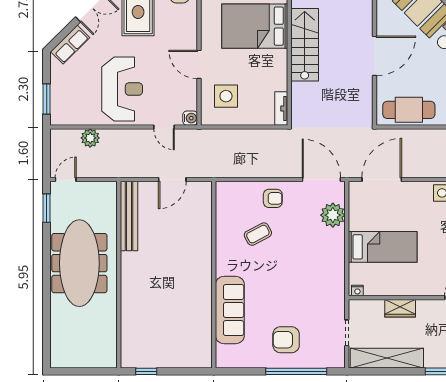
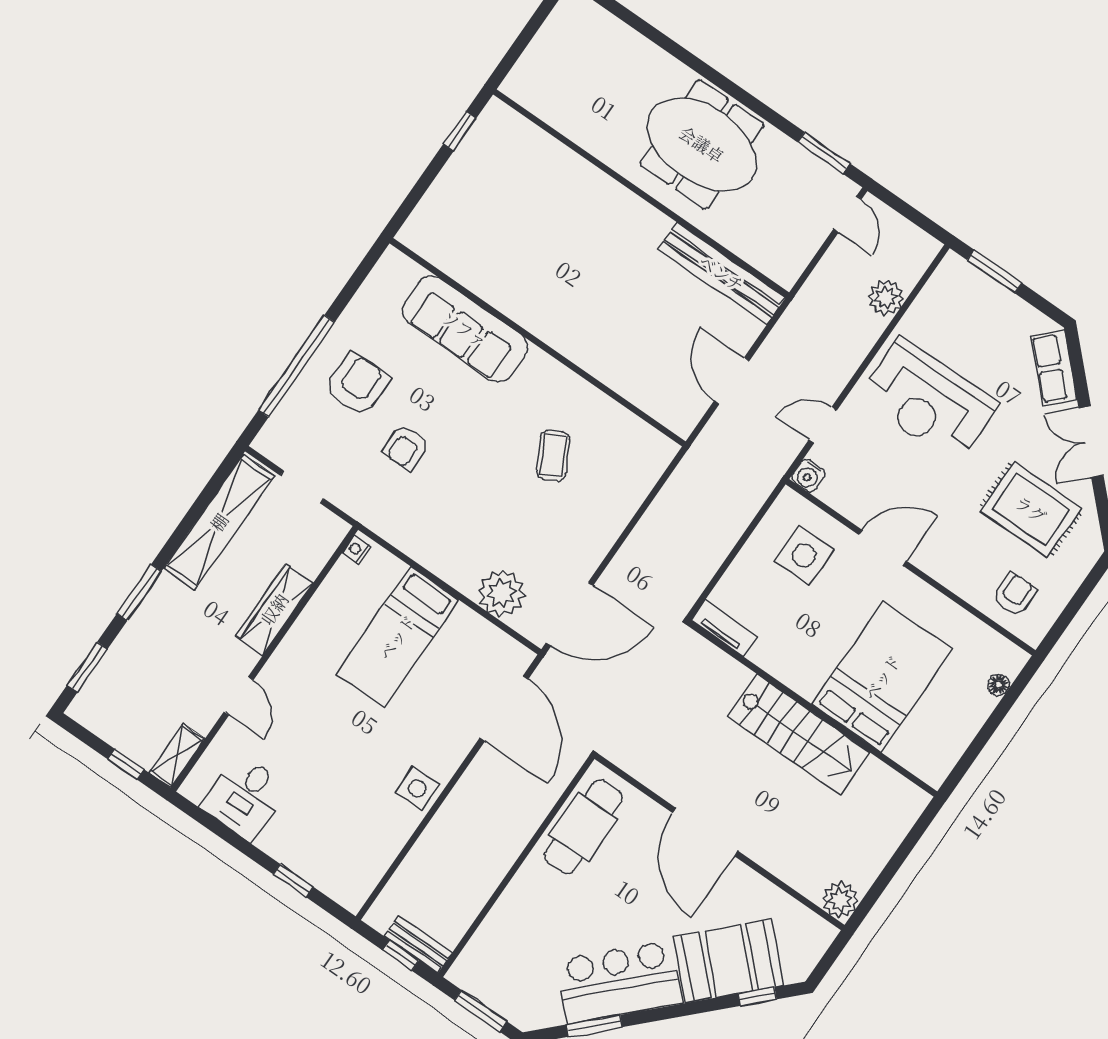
armchair: (273, 198) -> (406, 447), moved
meeting table: (79, 263) -> (702, 144), width x0.73
wardrobe: (400, 308) -> (274, 609), width x1.50

